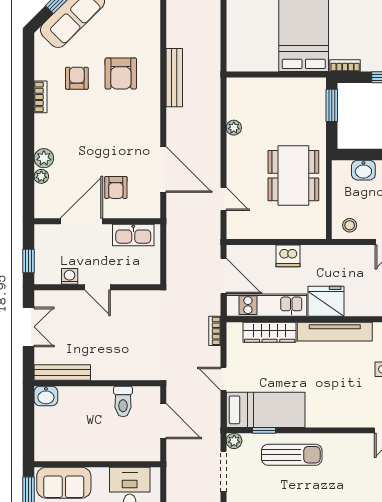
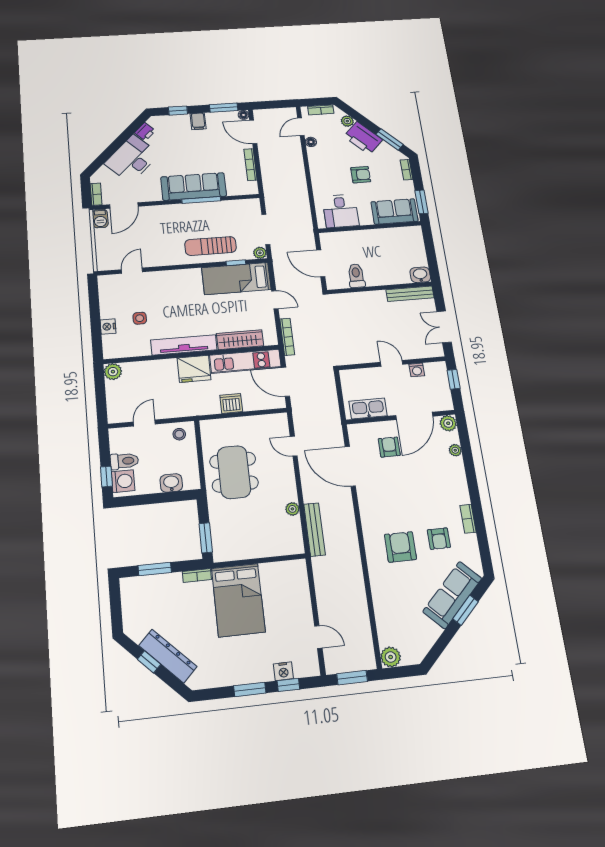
bench: (174, 78) -> (315, 529), moved
plant: (44, 158) -> (448, 423), moved
bookcase: (215, 331) -> (287, 337), width x1.56

